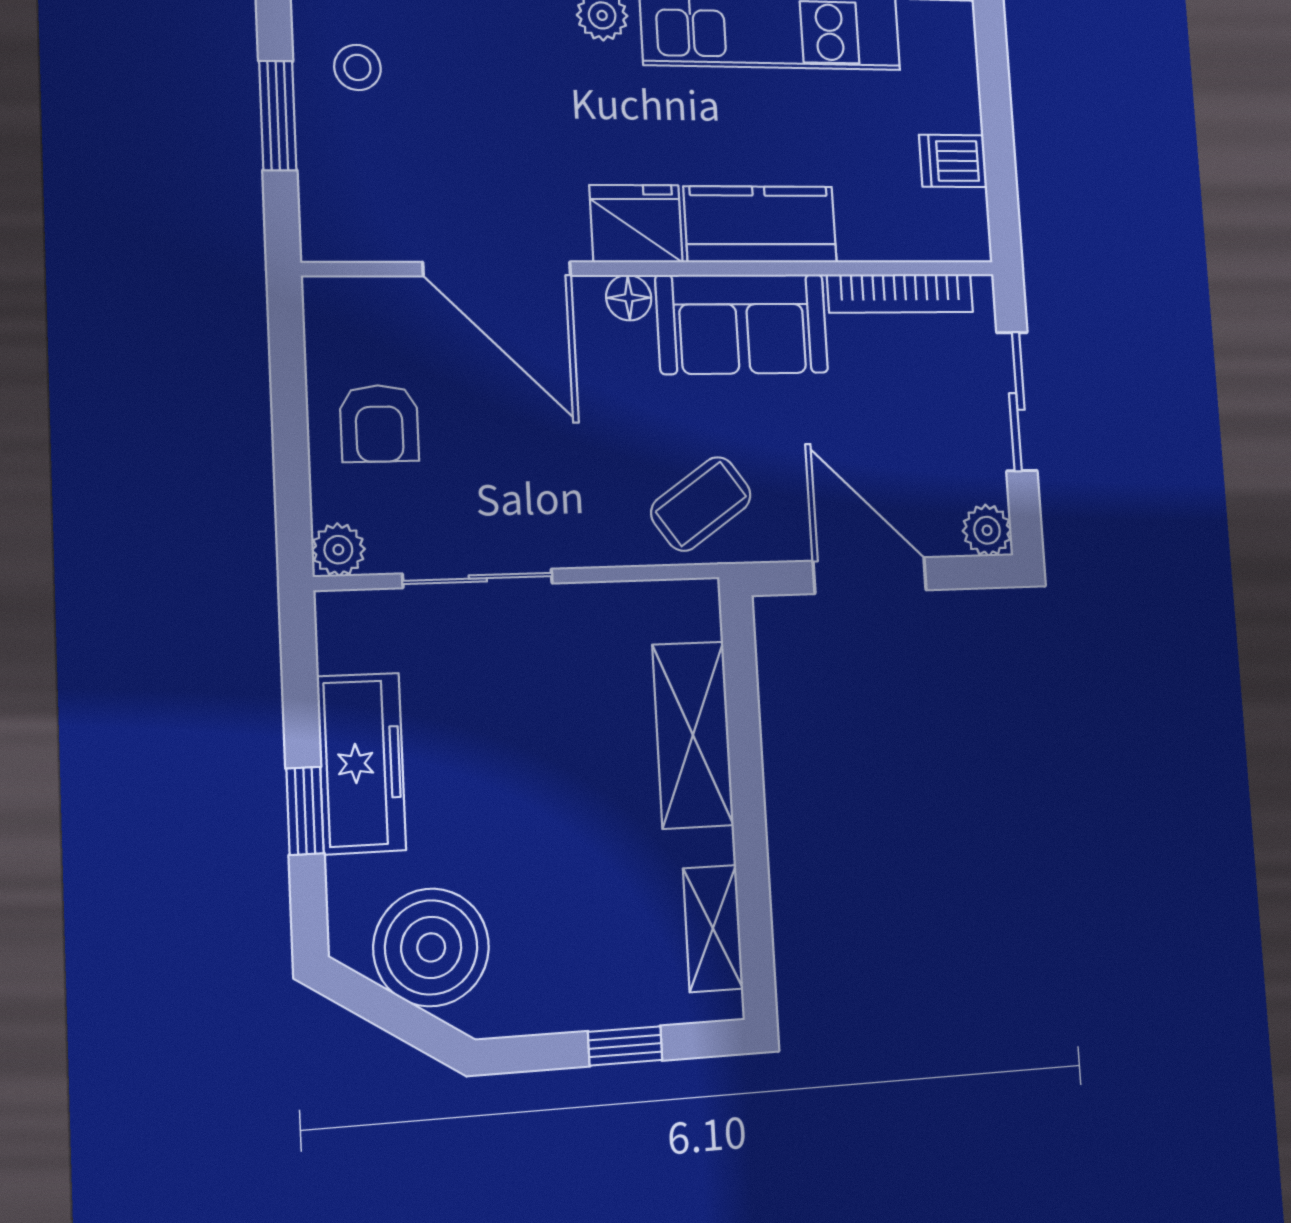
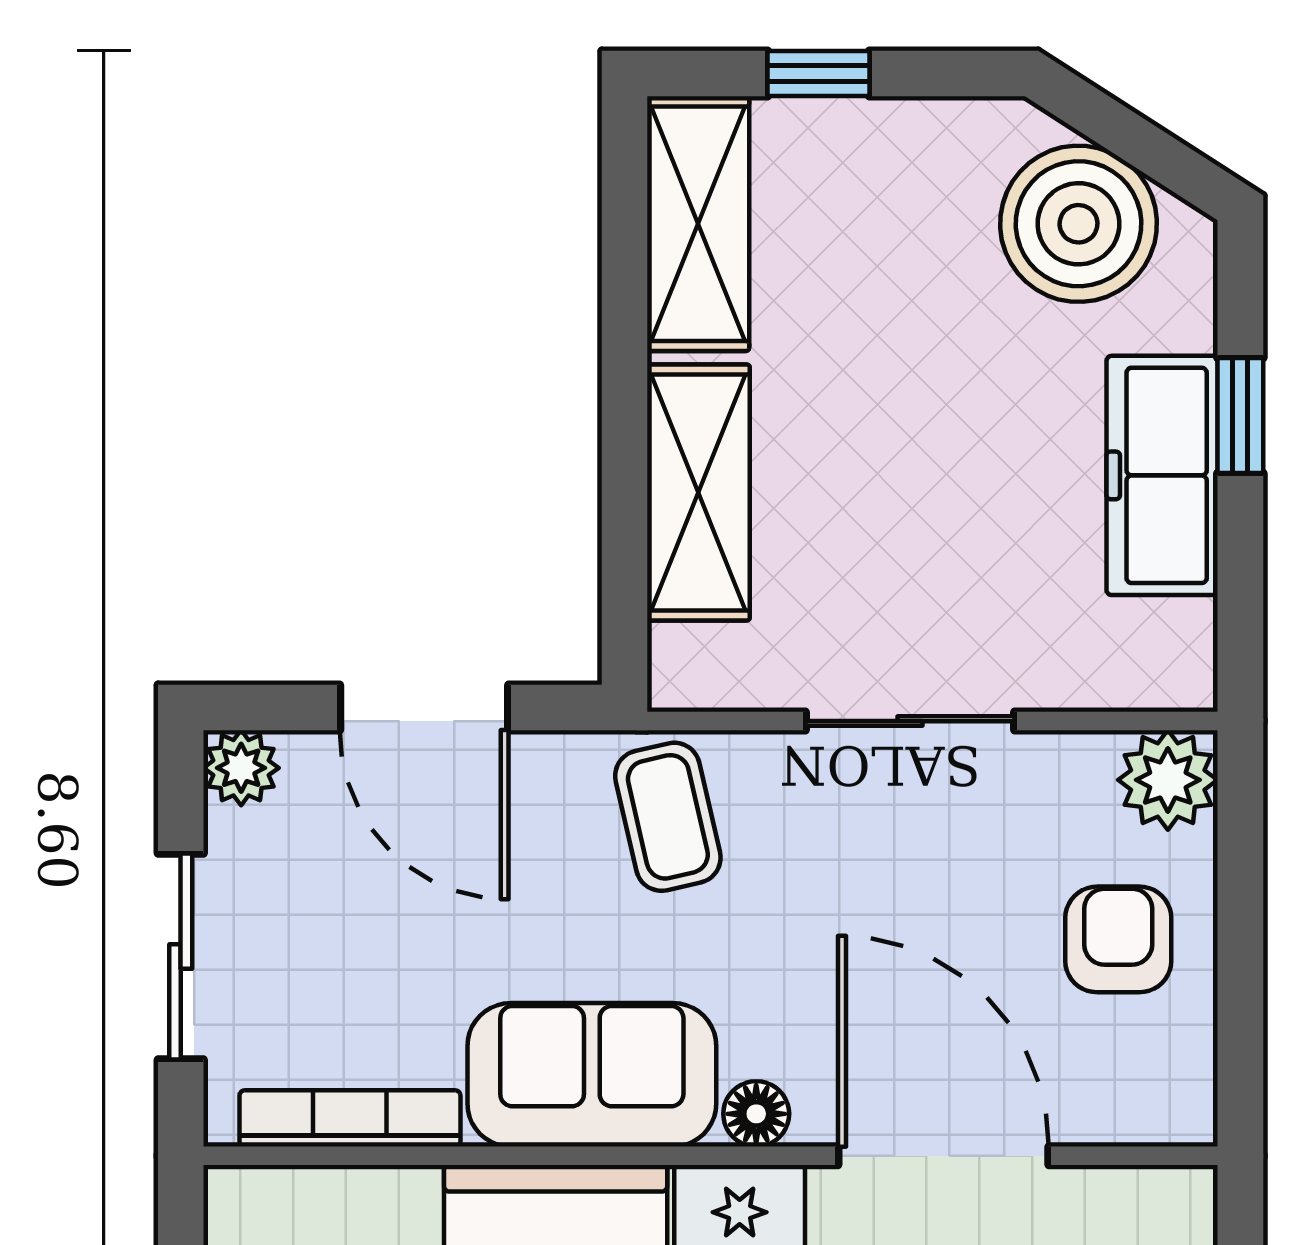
coffee table: (701, 504) -> (668, 817), turned -68
plant: (338, 550) -> (1168, 780), width x1.38, depth x1.38
sliding door: (478, 578) -> (910, 721), moved
shelving: (713, 928) -> (698, 224), width x1.50, depth x1.33

